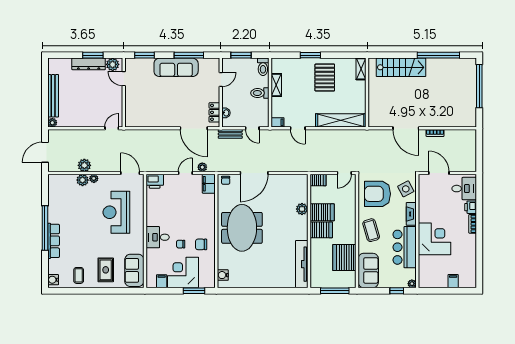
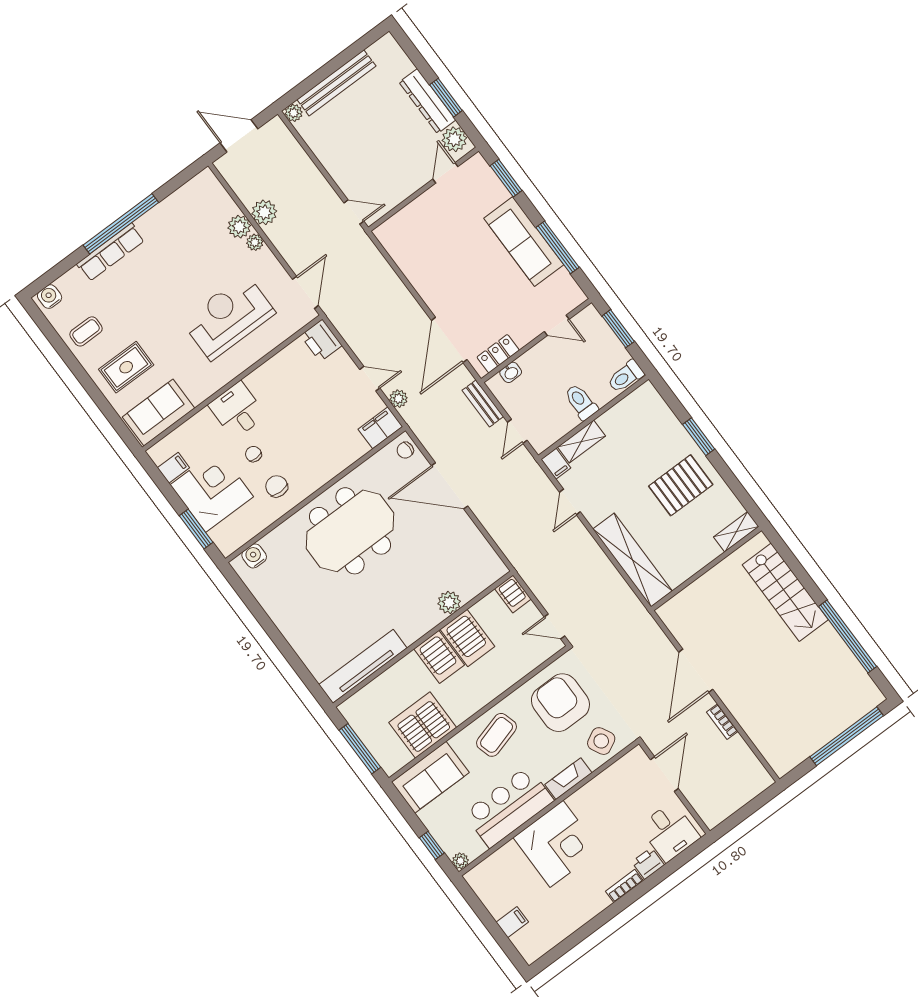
shelving: (276, 85) -> (581, 442), moved

